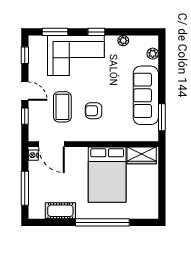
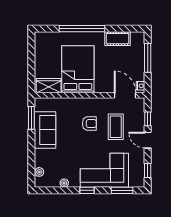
sofa: (146, 95) -> (45, 130), width x0.73

